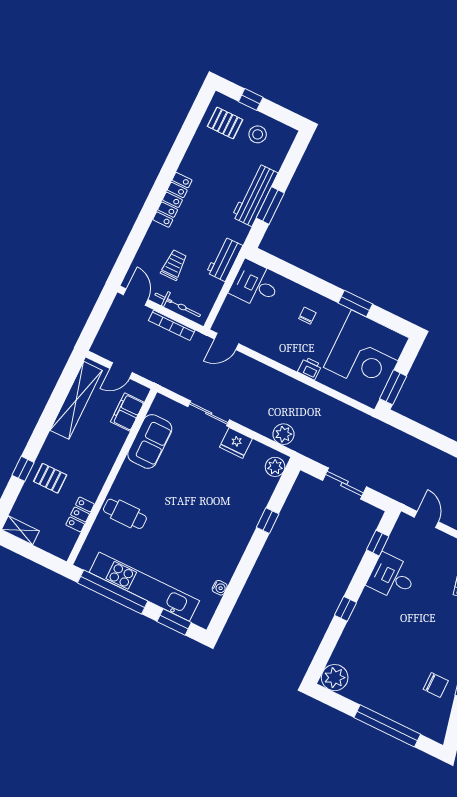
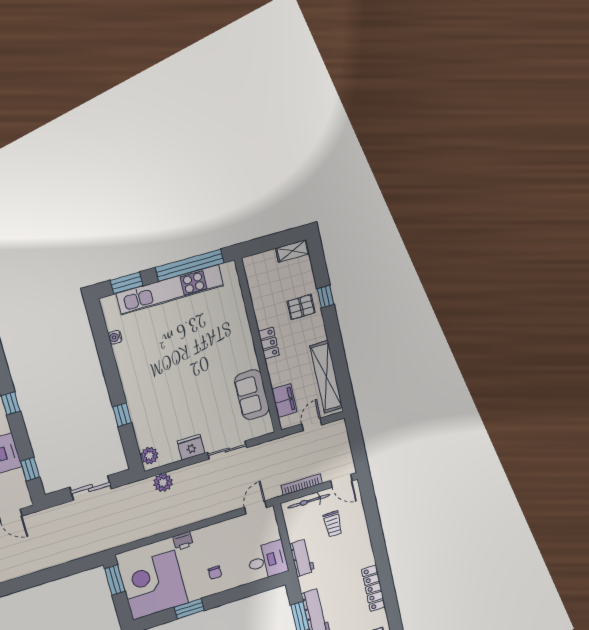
locker: (172, 200) -> (373, 588), moved
locker: (80, 514) -> (269, 343), moved
cafe table: (125, 514) -> (228, 329), removed

